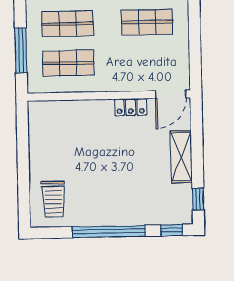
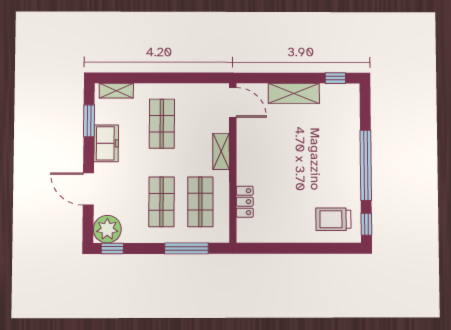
shelving: (120, 83) -> (221, 151), added
locker: (131, 107) -> (245, 202), moved
trolley: (53, 199) -> (333, 219), turned 180
window: (172, 230) -> (366, 224), moved

